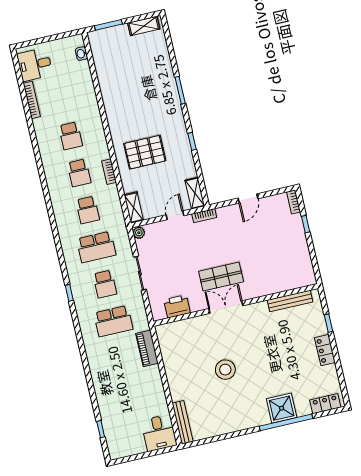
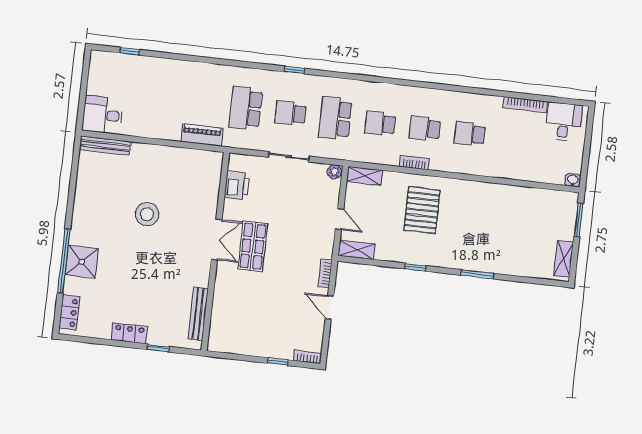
washbasin: (81, 54) -> (573, 180), moved
bookcase: (204, 216) -> (325, 273), moved

